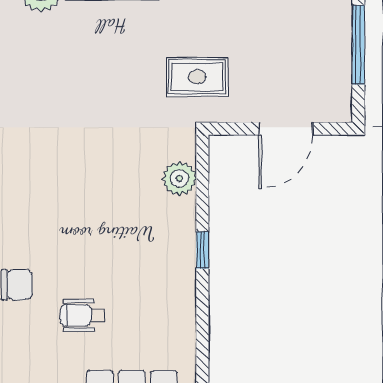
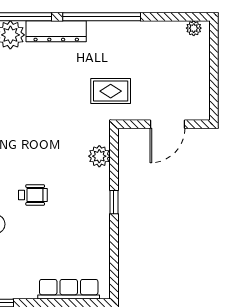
window: (358, 45) -> (214, 70), removed
wheelchair: (82, 315) -> (33, 195), moved, turned 180

